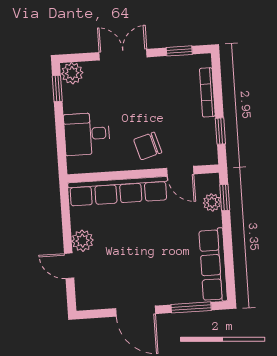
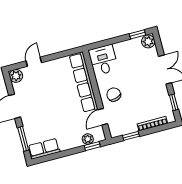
desk: (87, 134) -> (103, 60), moved
plant: (82, 241) -> (16, 76), moved
row of seats: (213, 265) -> (44, 149), width x0.68

